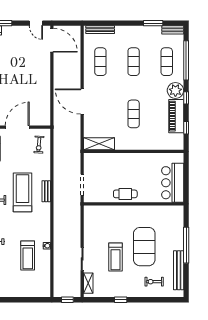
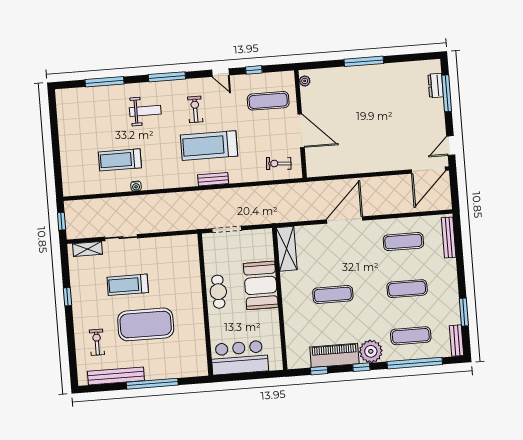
booth: (123, 164) -> (261, 285), added
treadmill: (23, 192) -> (209, 146), turned 180

